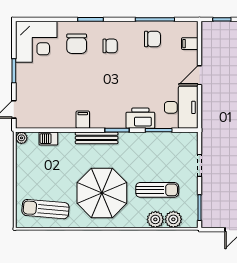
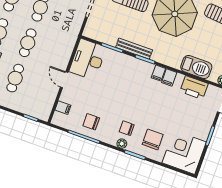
plant: (110, 27) -> (122, 144), added
door: (199, 75) -> (64, 80), swing flipped
printer: (140, 118) -> (194, 88), moved
filing cabinet: (97, 120) -> (158, 73), added
bench: (97, 138) -> (134, 49), moved
barbecue: (48, 139) -> (196, 67), width x1.88, depth x1.53

